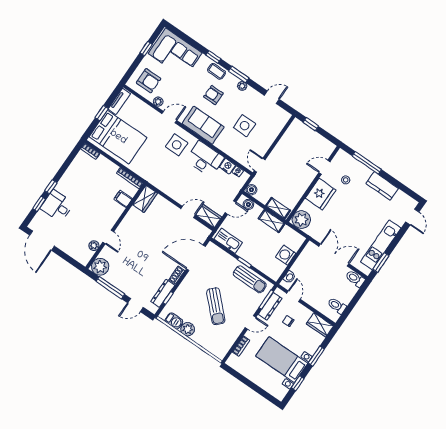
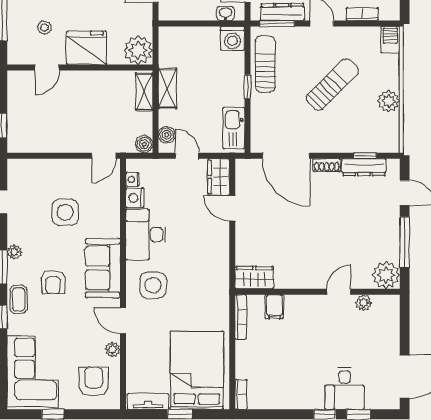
door: (324, 167) -> (47, 68), hinge flipped
washing machine: (286, 255) -> (233, 38), moved
barbecue: (174, 321) -> (390, 40), moved

